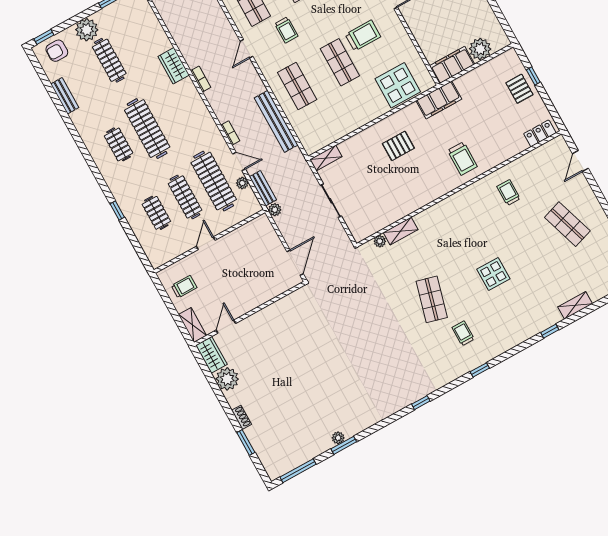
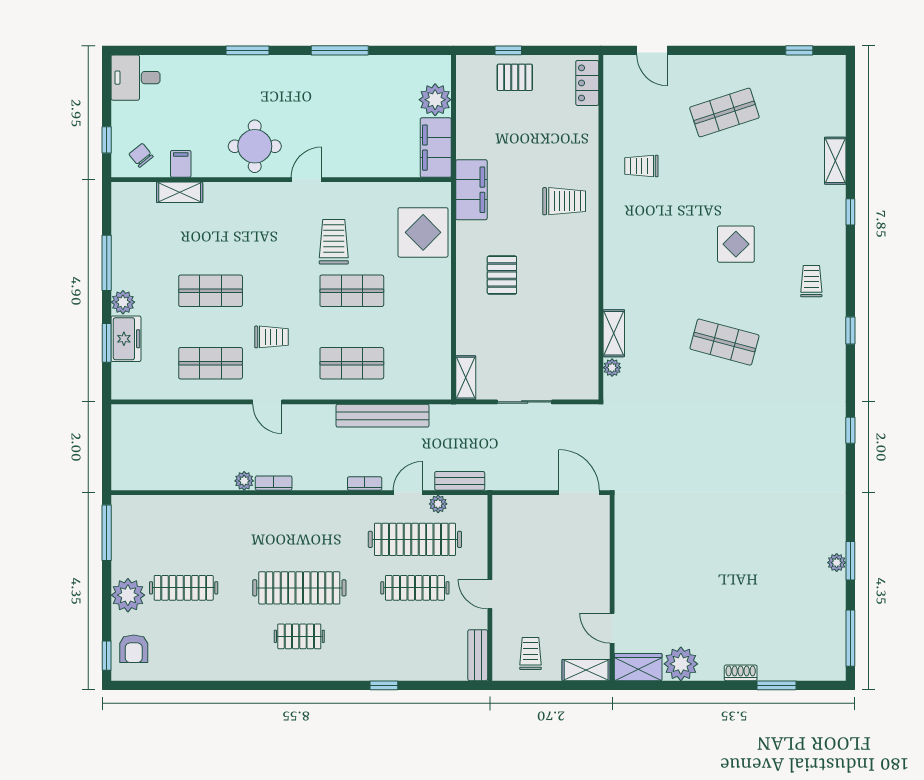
wardrobe: (174, 66) -> (237, 508), removed
bench: (65, 96) -> (478, 655), moved, turned 90
plant: (275, 210) -> (244, 481), moved
clothes rail: (156, 213) -> (415, 636), removed
trolley: (463, 333) -> (811, 281), moved, turned 90

